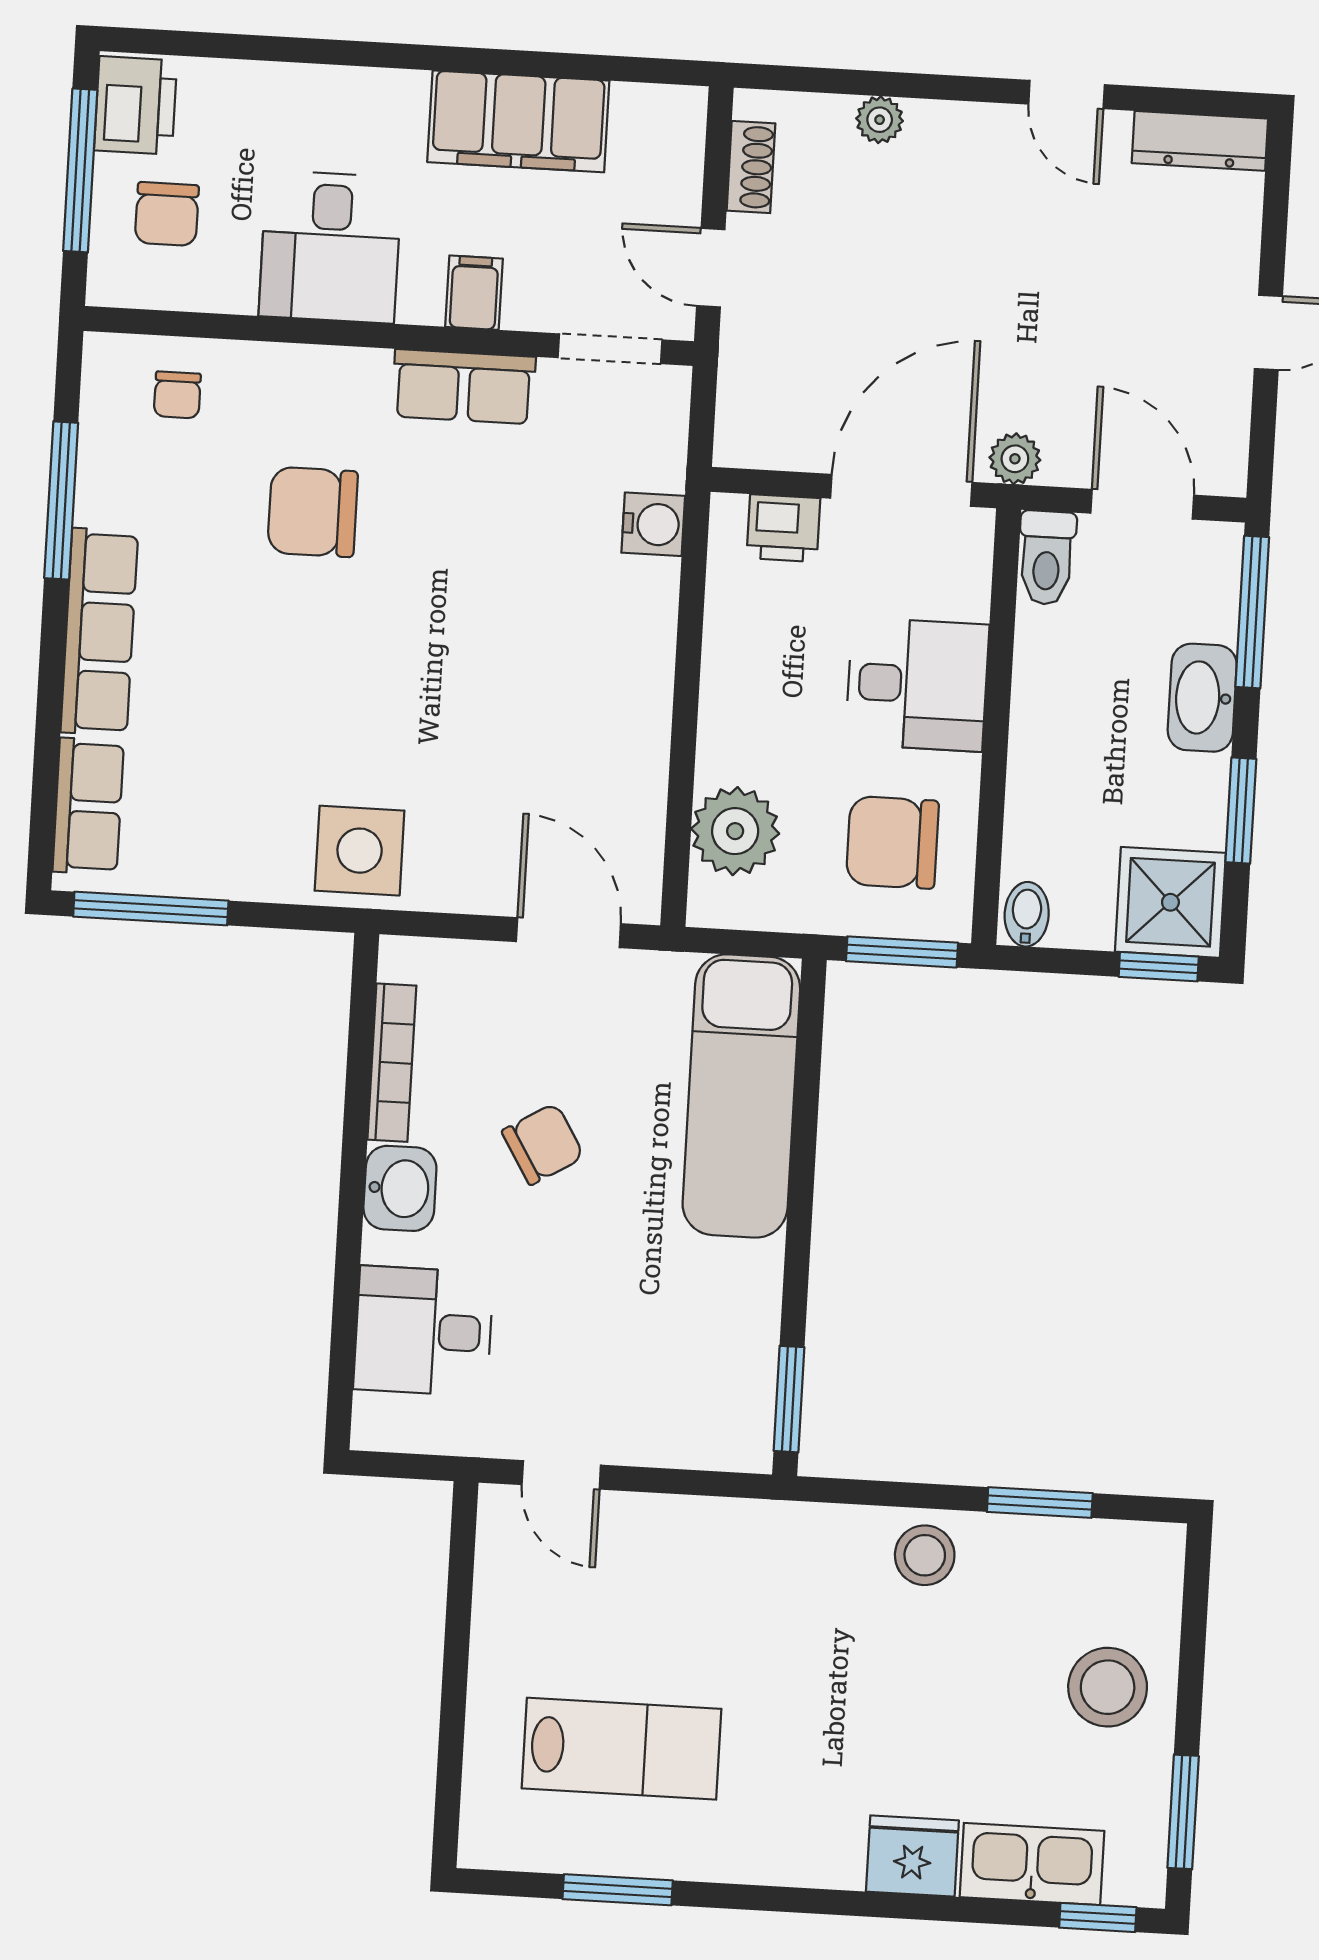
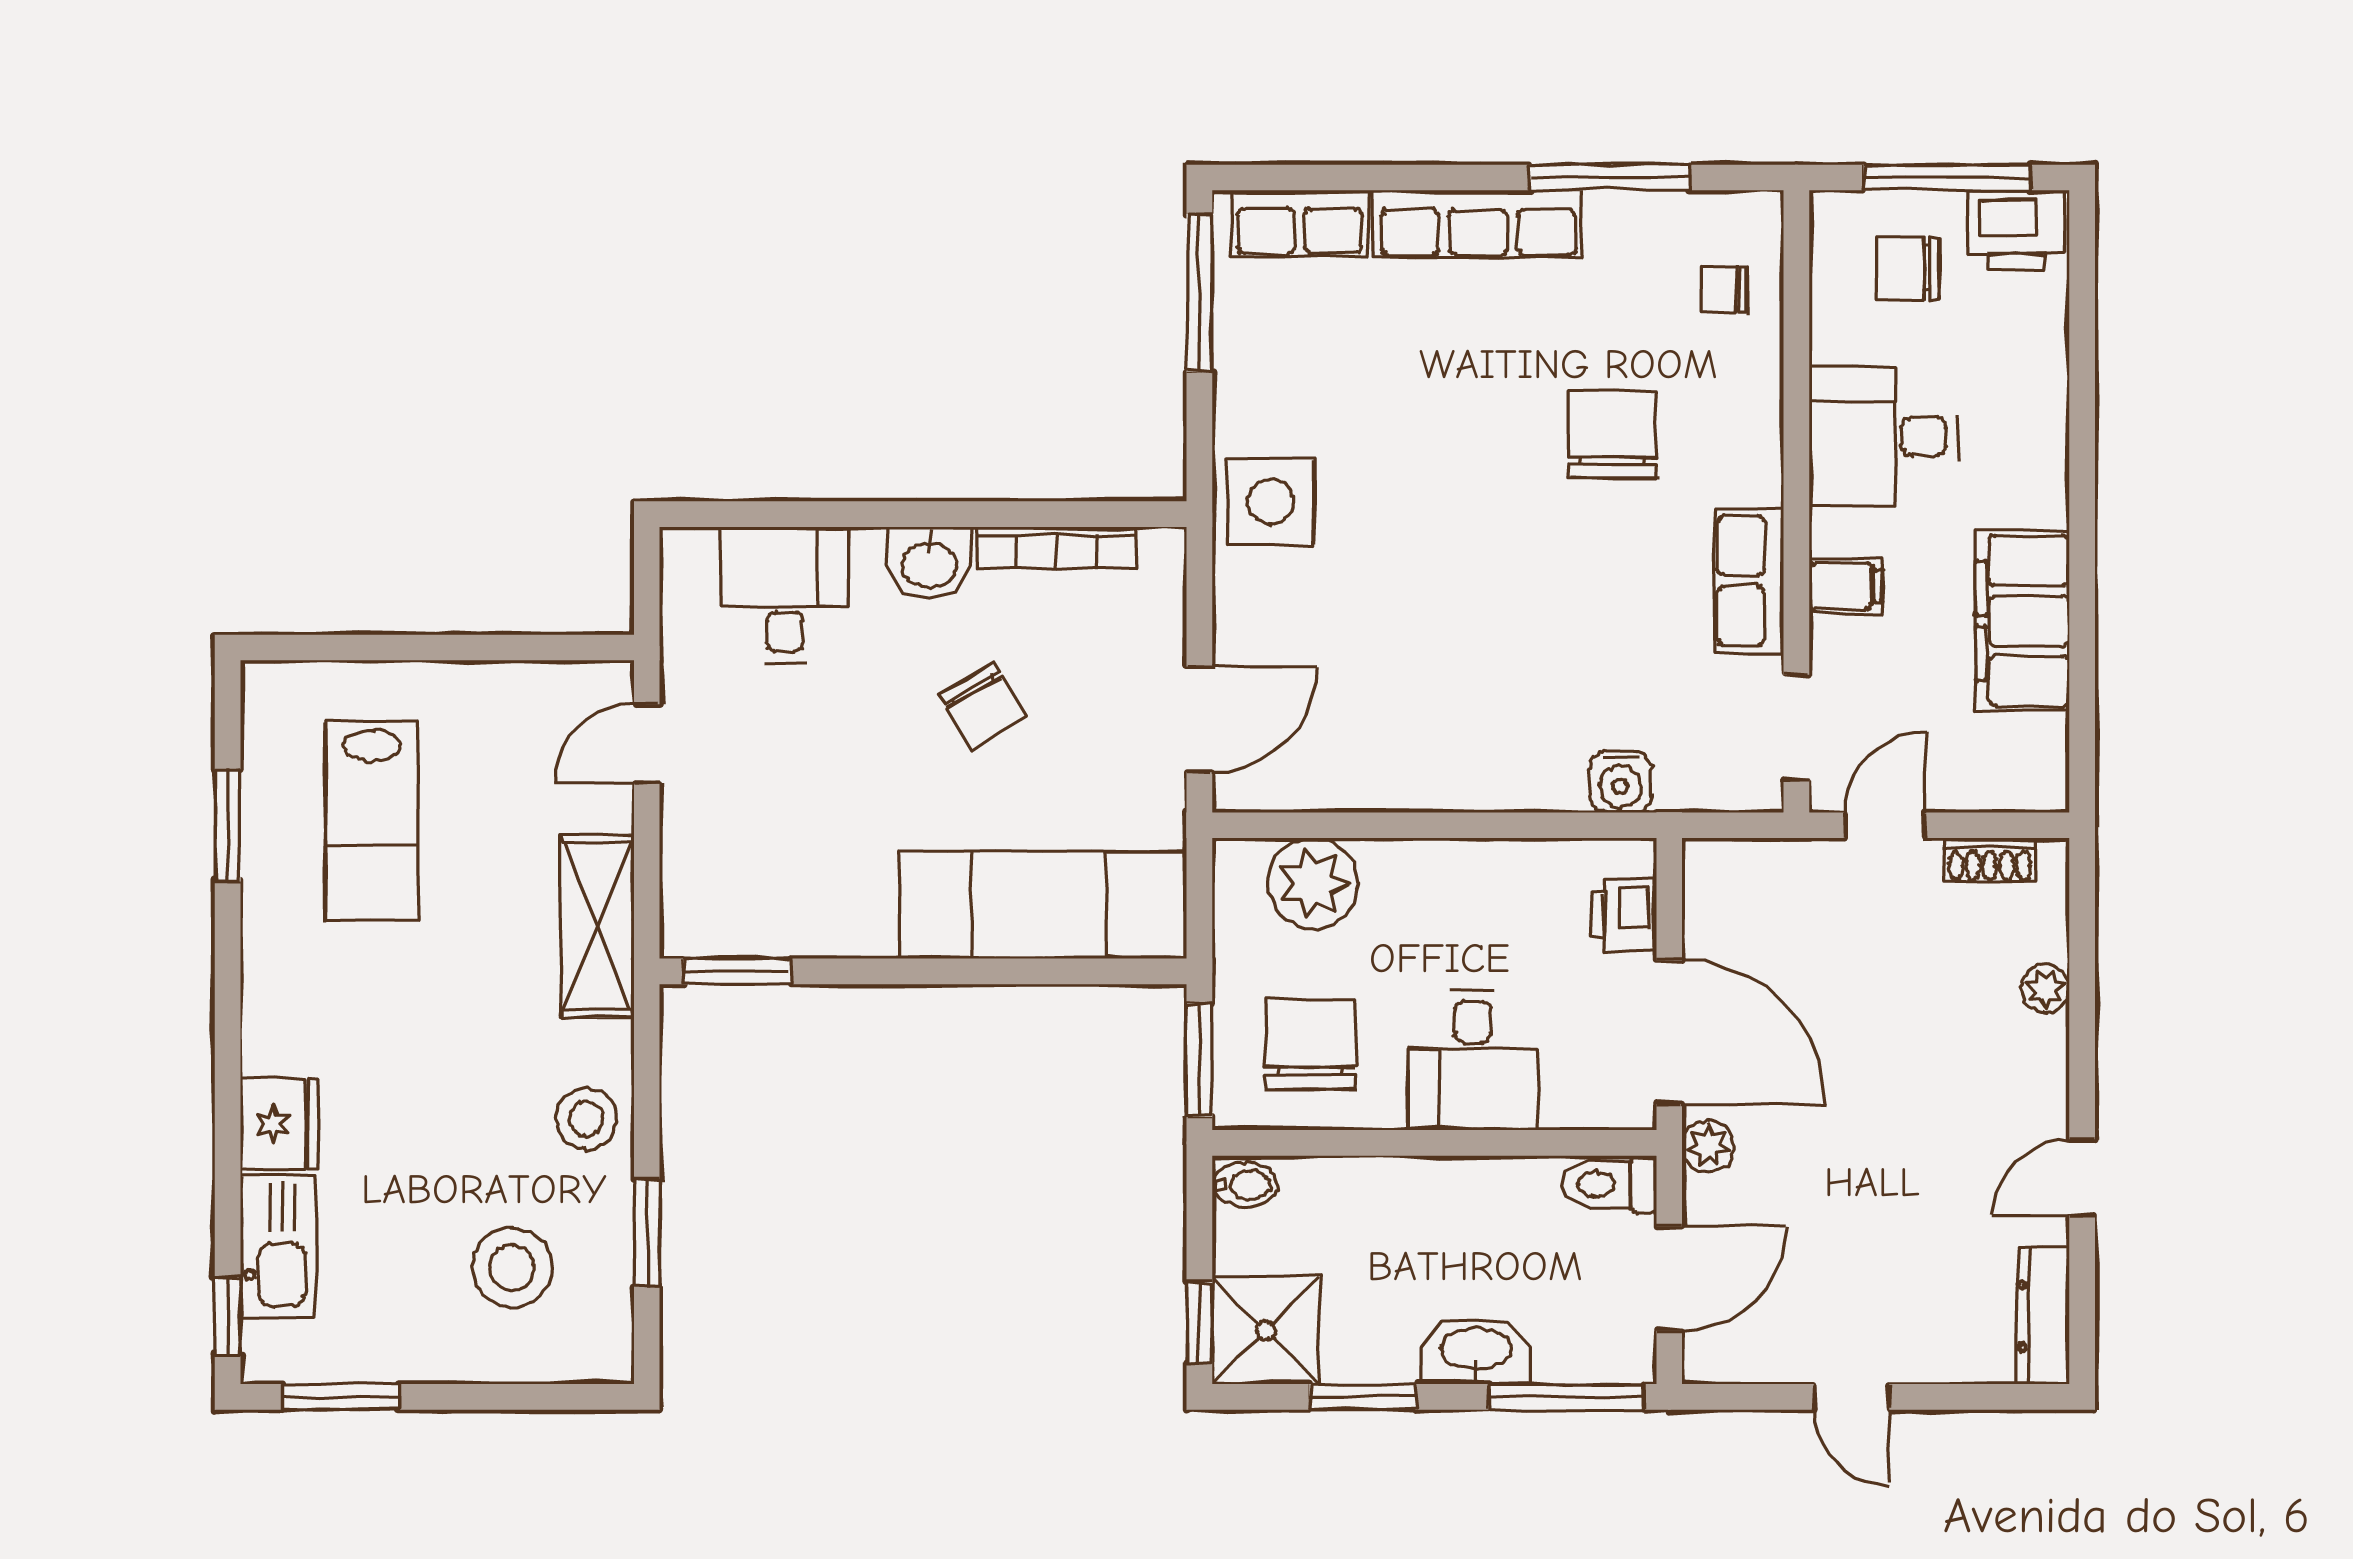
shelving: (737, 1533) -> (598, 926), added
stool: (1108, 1687) -> (512, 1267), moved

